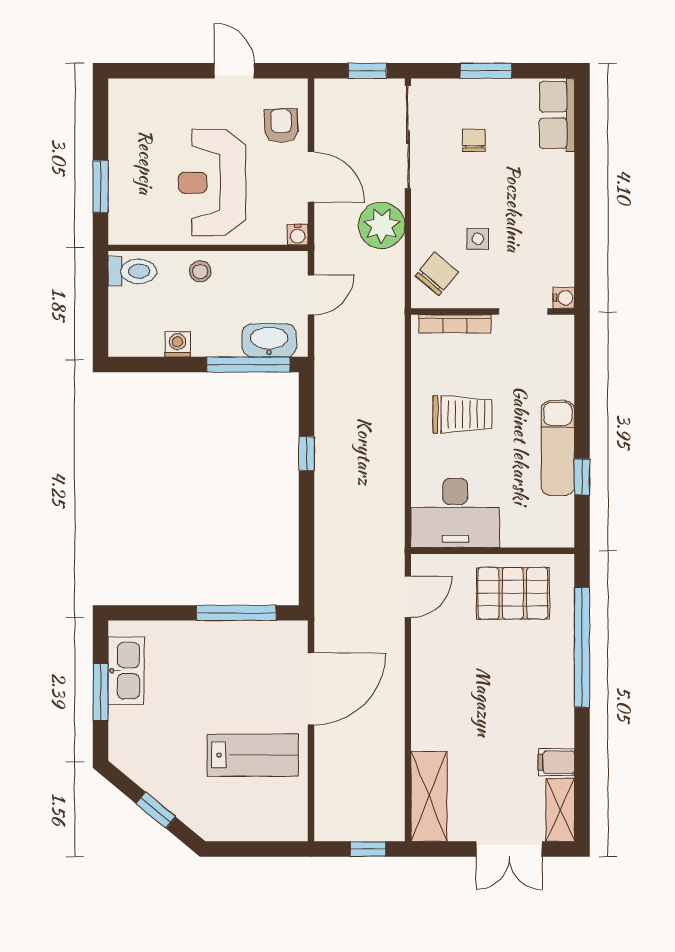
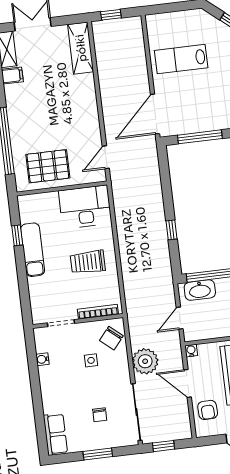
water cooler: (564, 298) -> (42, 359), moved
door: (311, 689) -> (155, 114), moved

